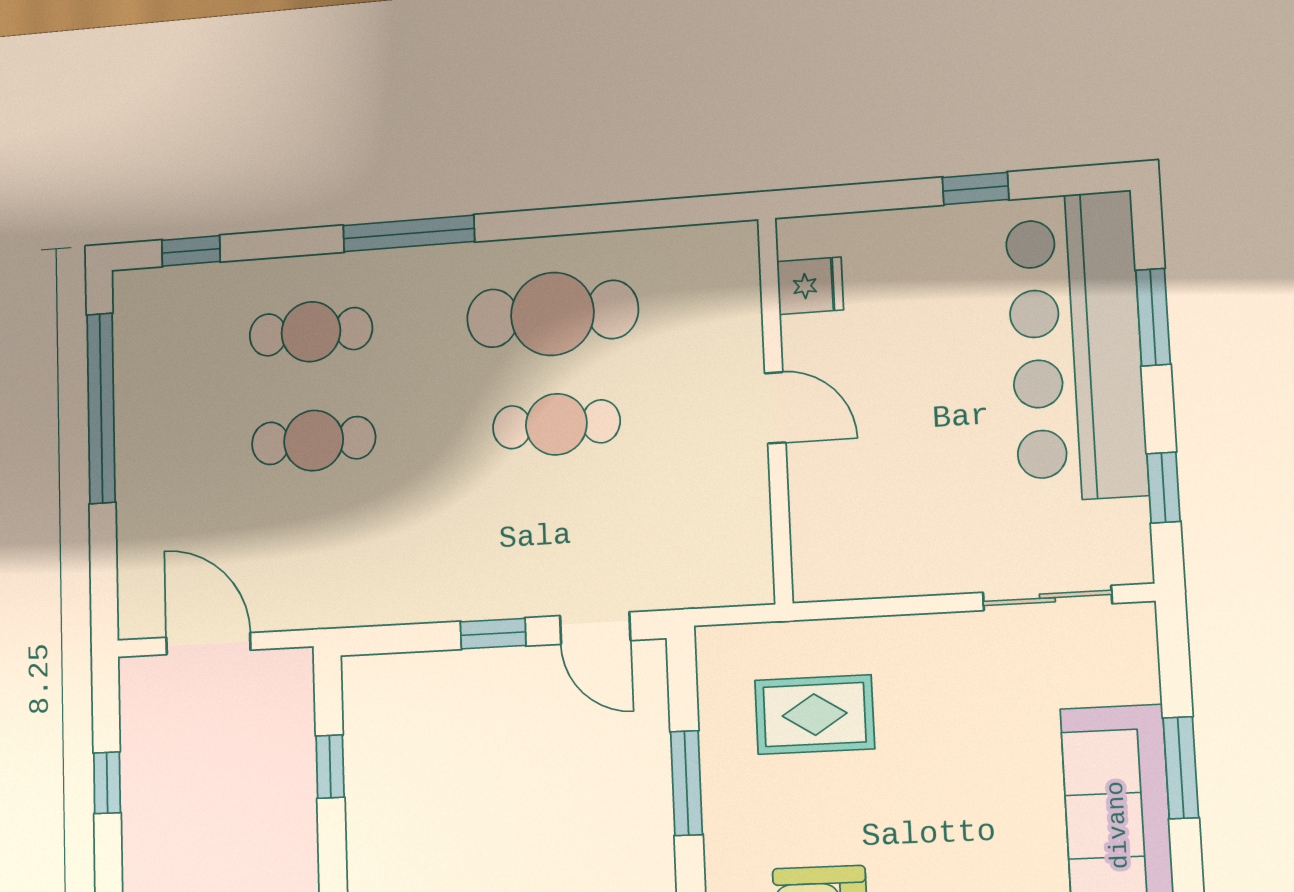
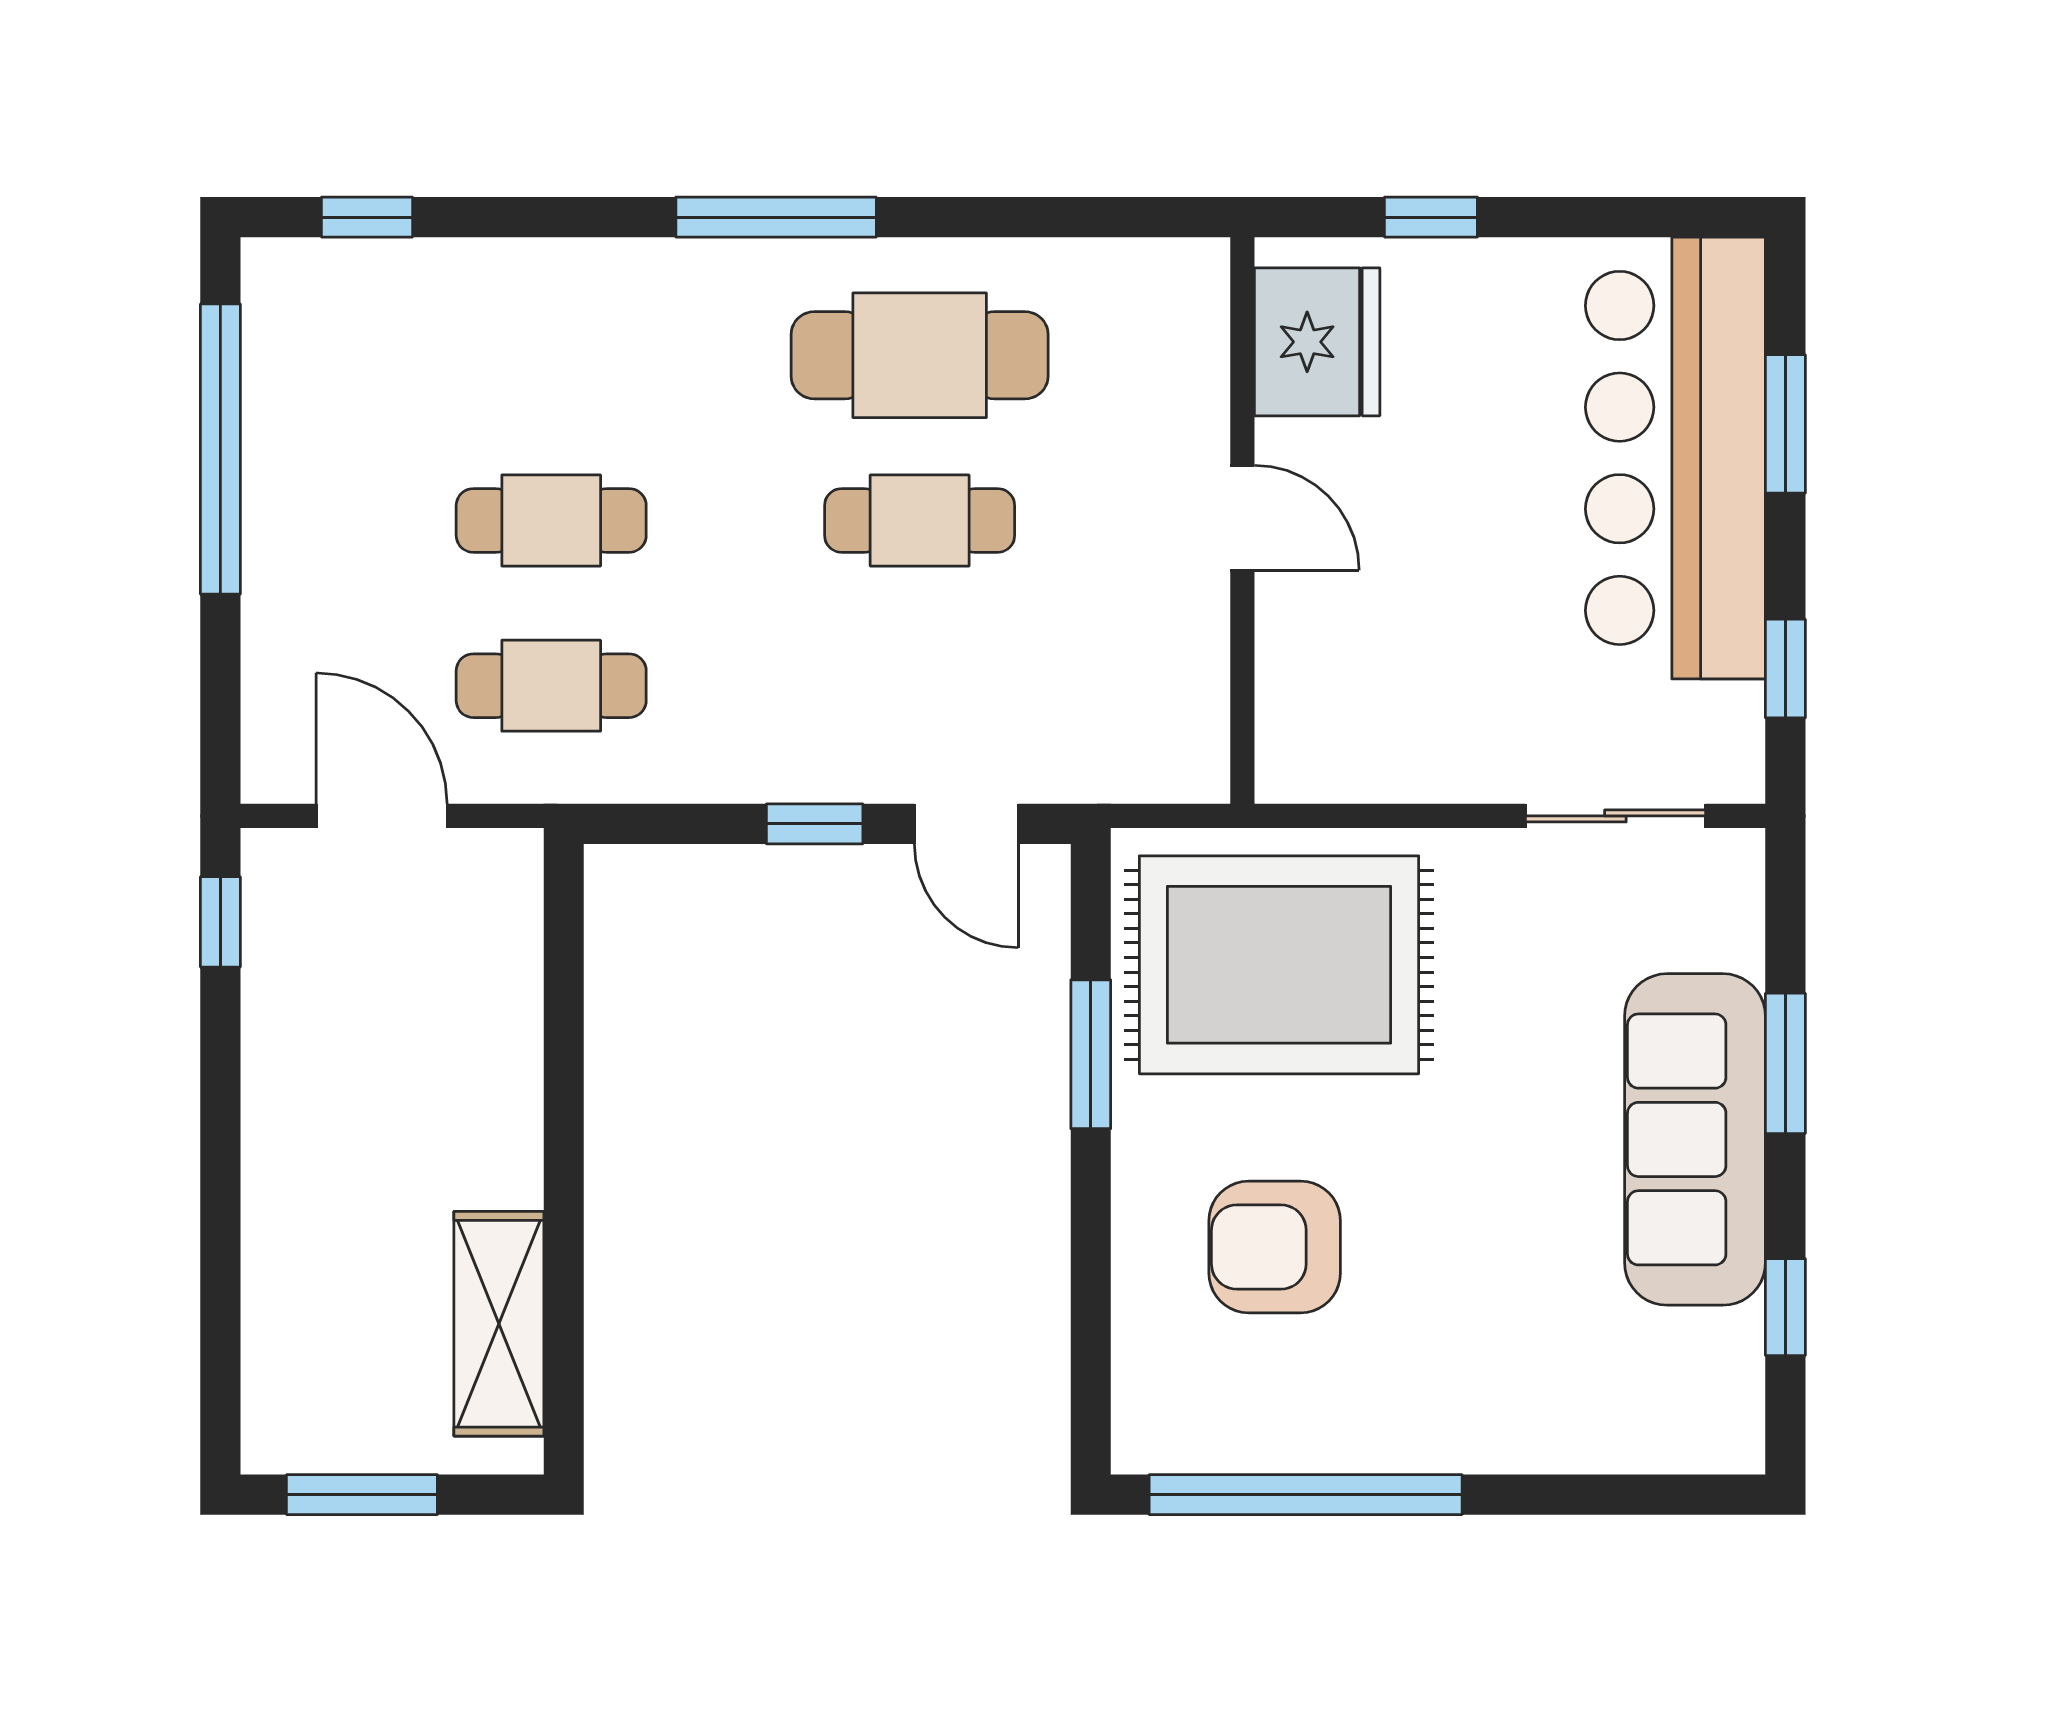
window: (976, 188) -> (1431, 217), moved
window: (409, 234) -> (776, 217), moved
fridge: (810, 286) -> (1317, 342), width x1.88, depth x1.34
cafe table: (311, 332) -> (551, 686), moved
rug: (815, 715) -> (1279, 965), width x1.86, depth x2.06
window: (330, 767) -> (564, 1007), removed
window: (107, 783) -> (220, 922), moved

